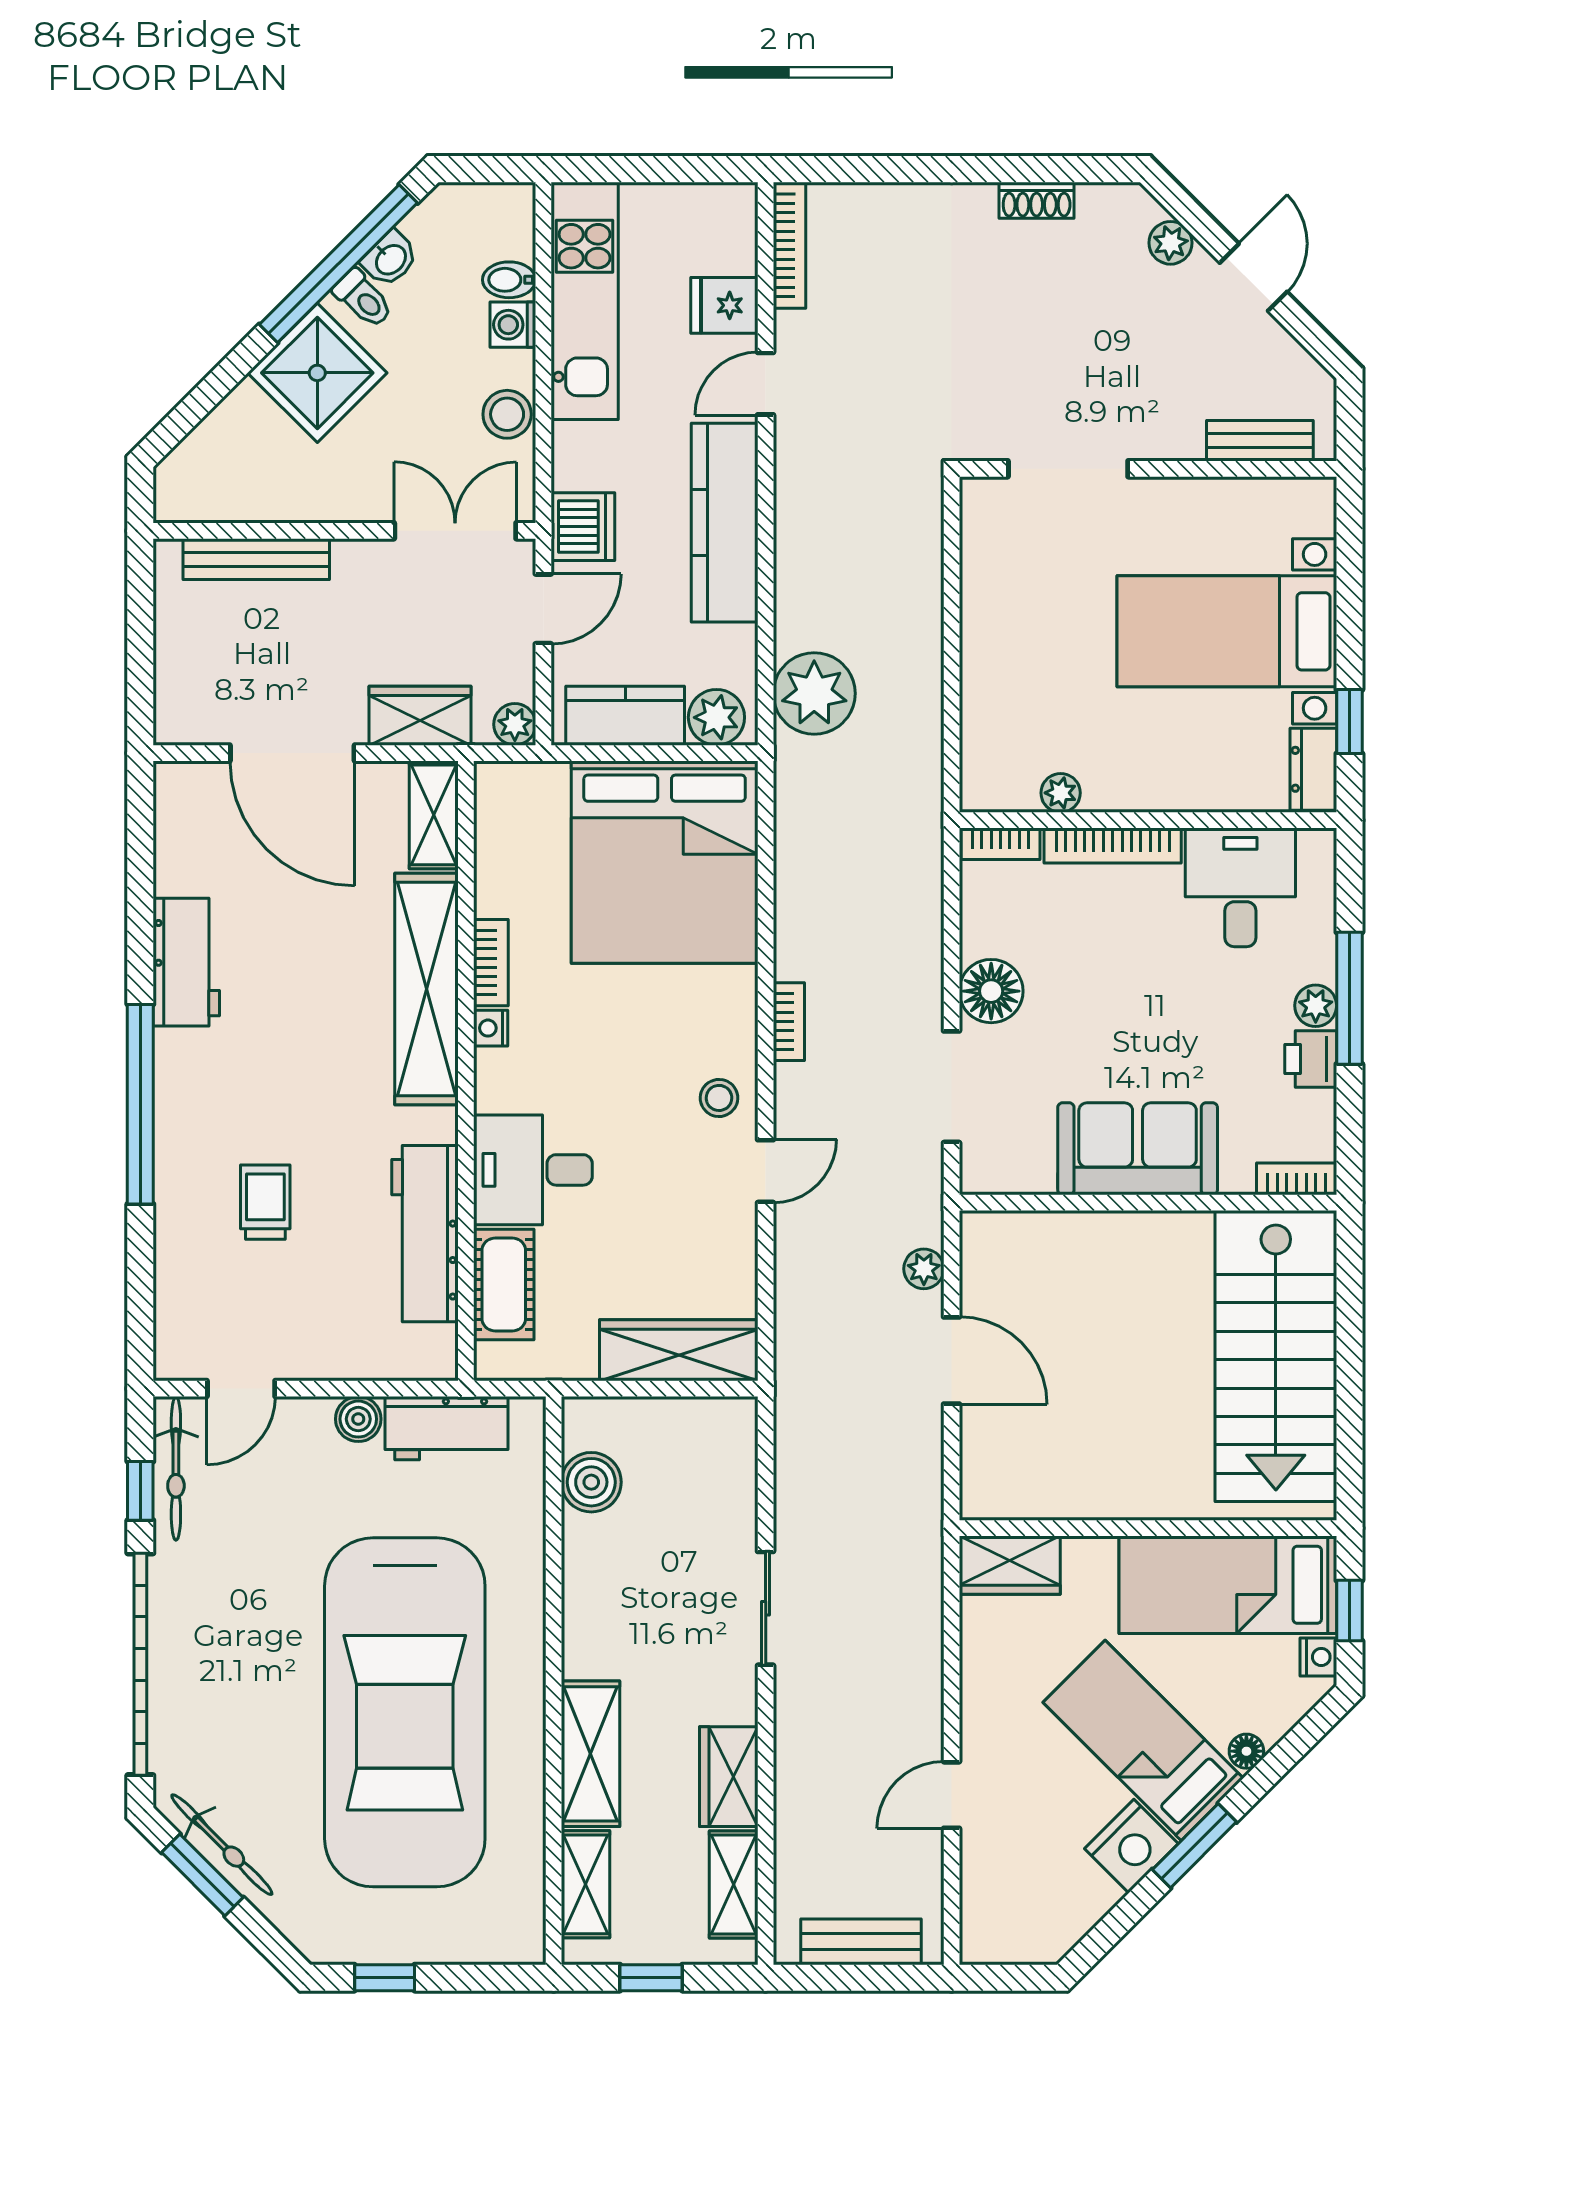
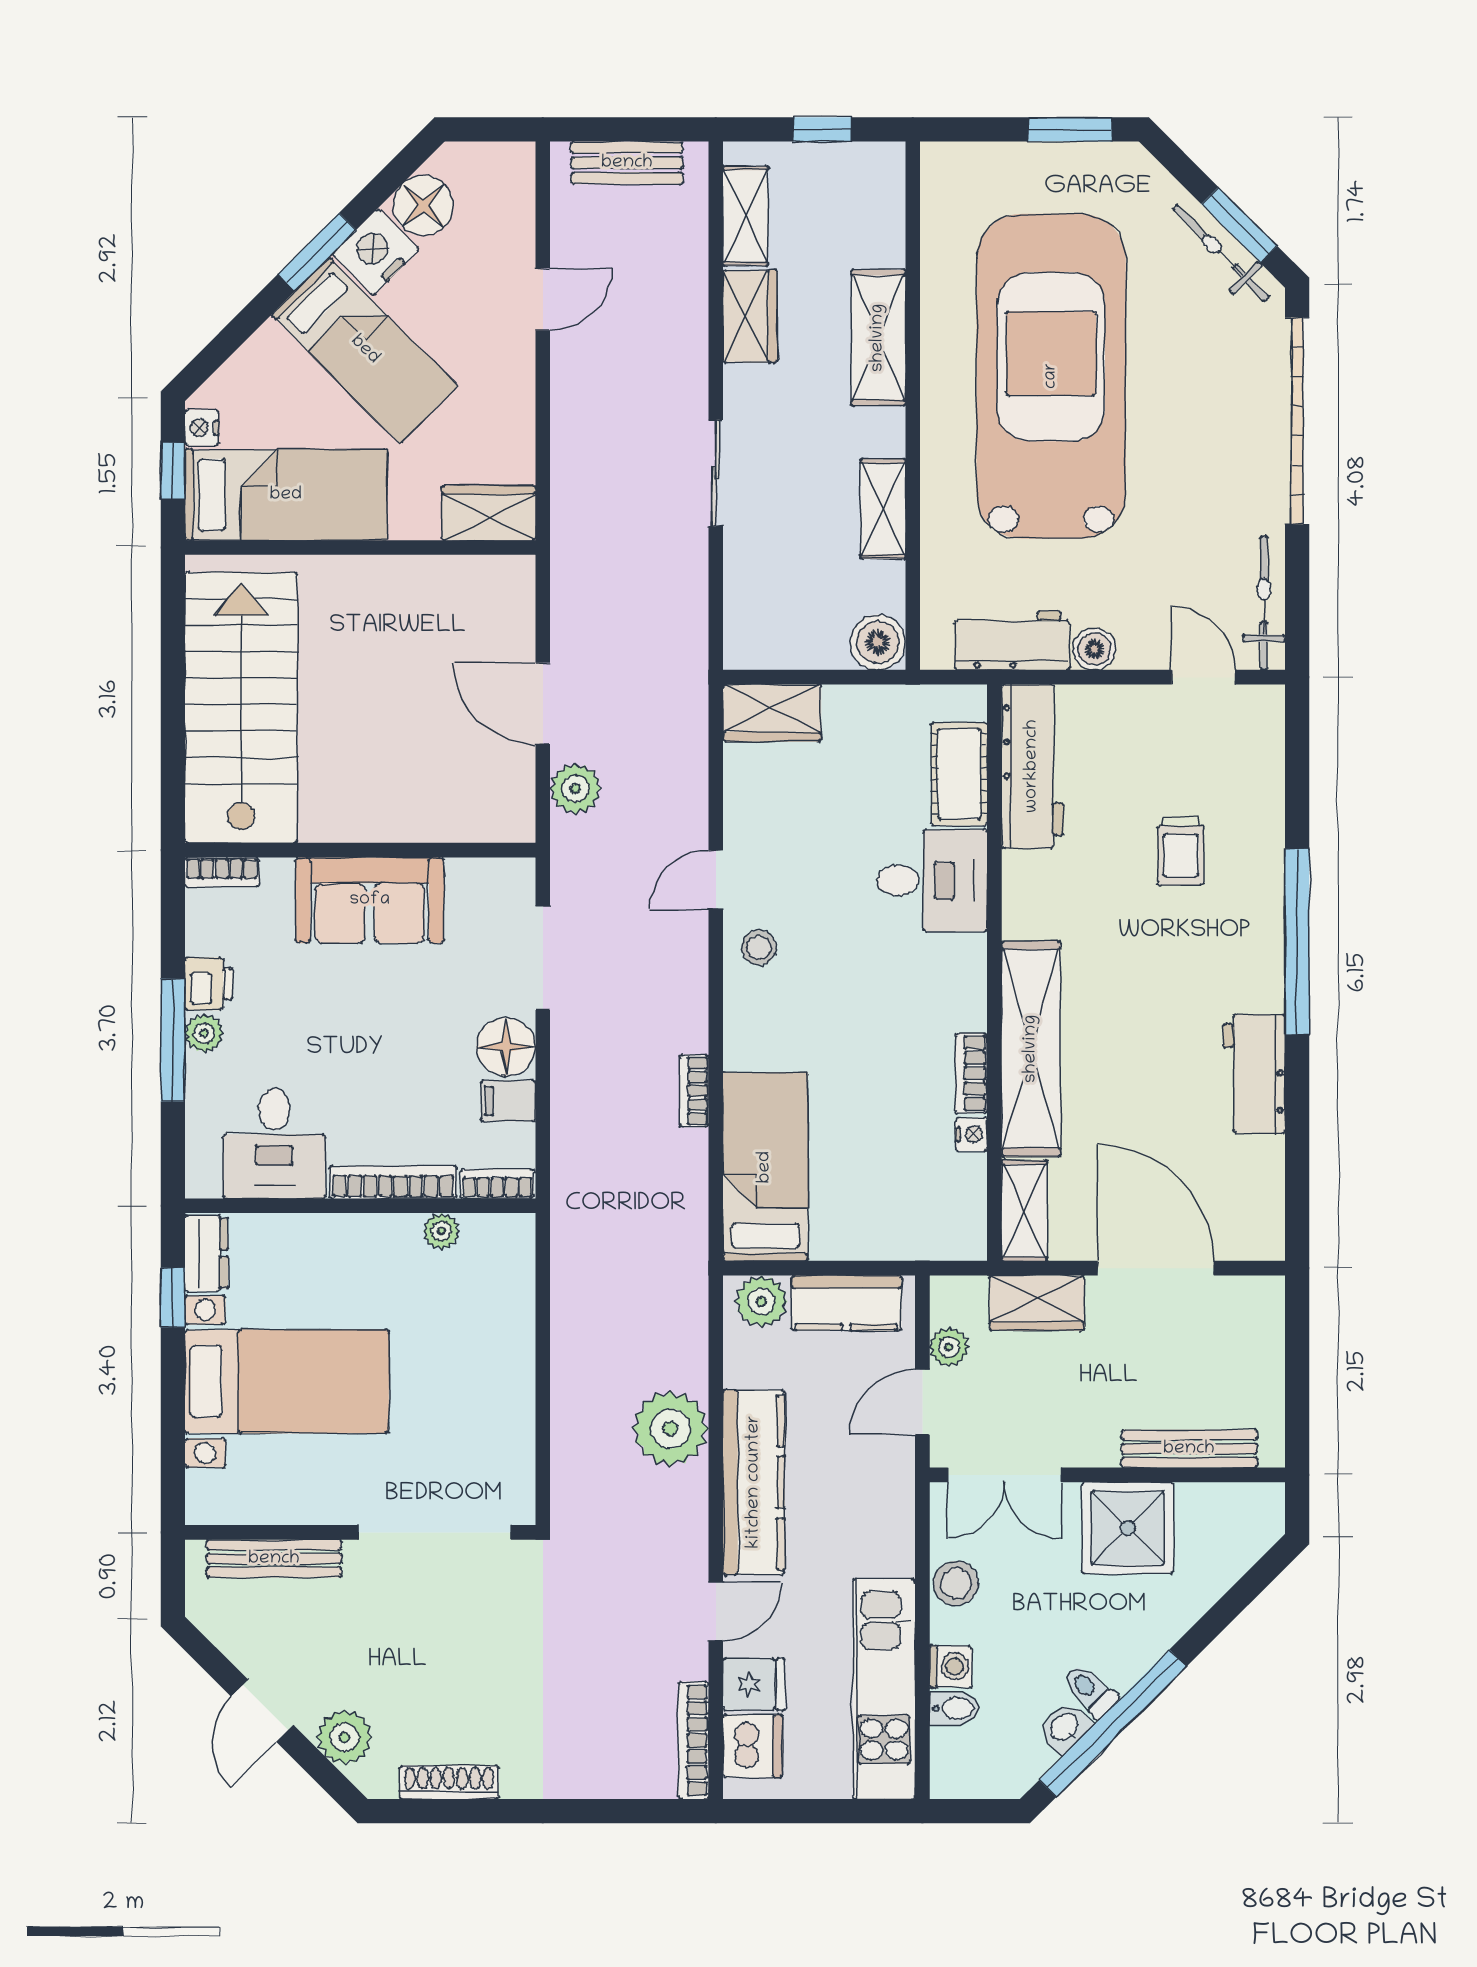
shoe rack: (1037, 200) -> (449, 1782), width x1.43
plant: (1170, 243) -> (344, 1737), width x1.38, depth x1.38
shower: (317, 373) -> (1128, 1528), moved, turned 45
bench: (1260, 441) -> (274, 1559), width x1.36
doorway: (1068, 469) -> (434, 1532), width x1.36
dishwasher: (583, 527) -> (752, 1746), moved, turned 180
plant: (814, 693) -> (670, 1429), moved
plant: (515, 724) -> (949, 1347), moved
bed: (665, 862) -> (765, 1167), width x0.49
filing cabinet: (989, 933) -> (508, 1101), added
bookcase: (789, 1022) -> (694, 1091), moved
nightstand: (491, 1028) -> (971, 1134), moved
workbench: (425, 1234) -> (1032, 766), moved
plant: (924, 1269) -> (575, 789), width x1.38, depth x1.38
wardrobe: (679, 1350) -> (772, 713), width x0.67
door: (241, 1389) -> (1203, 677), hinge flipped
boiler: (591, 1482) -> (878, 642), moved
window: (140, 1491) -> (1297, 582), removed
floor lamp: (1246, 1751) -> (423, 205), moved, width x1.89, depth x1.89
shelving: (586, 1884) -> (883, 509), moved
window: (385, 1978) -> (1070, 129), width x1.50

